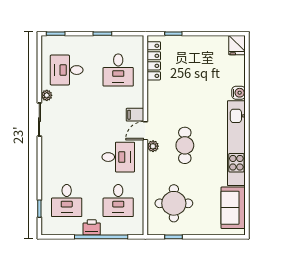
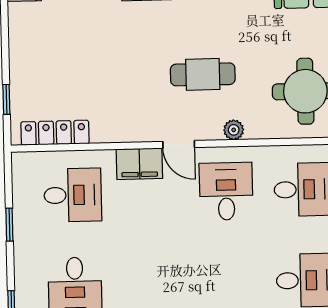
filing cabinet: (135, 115) -> (139, 164), width x2.00
plant: (153, 146) -> (234, 130), moved

